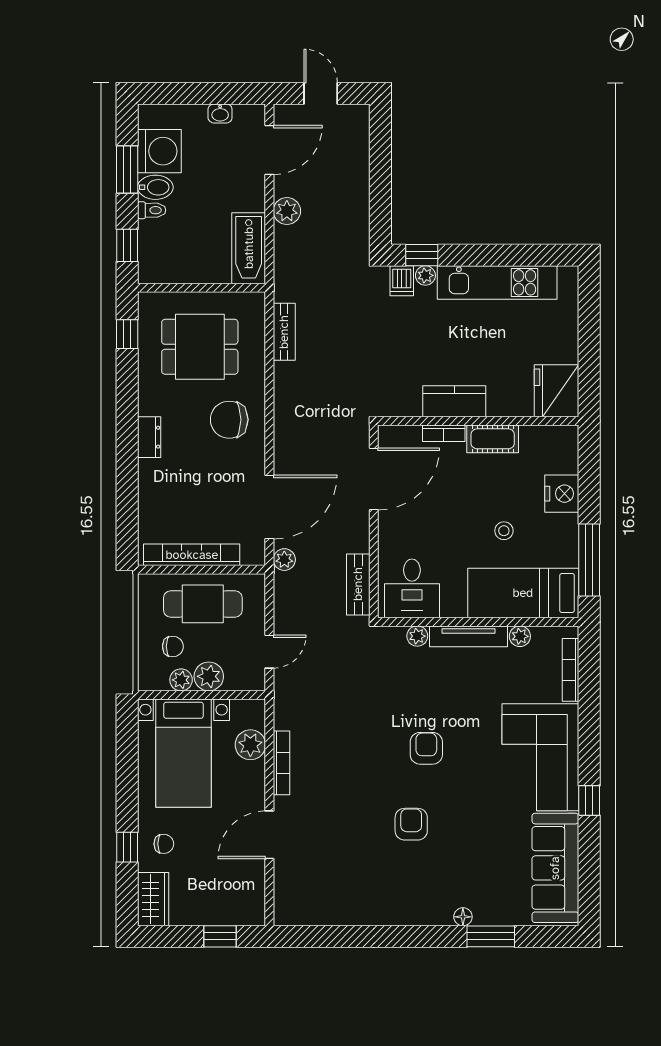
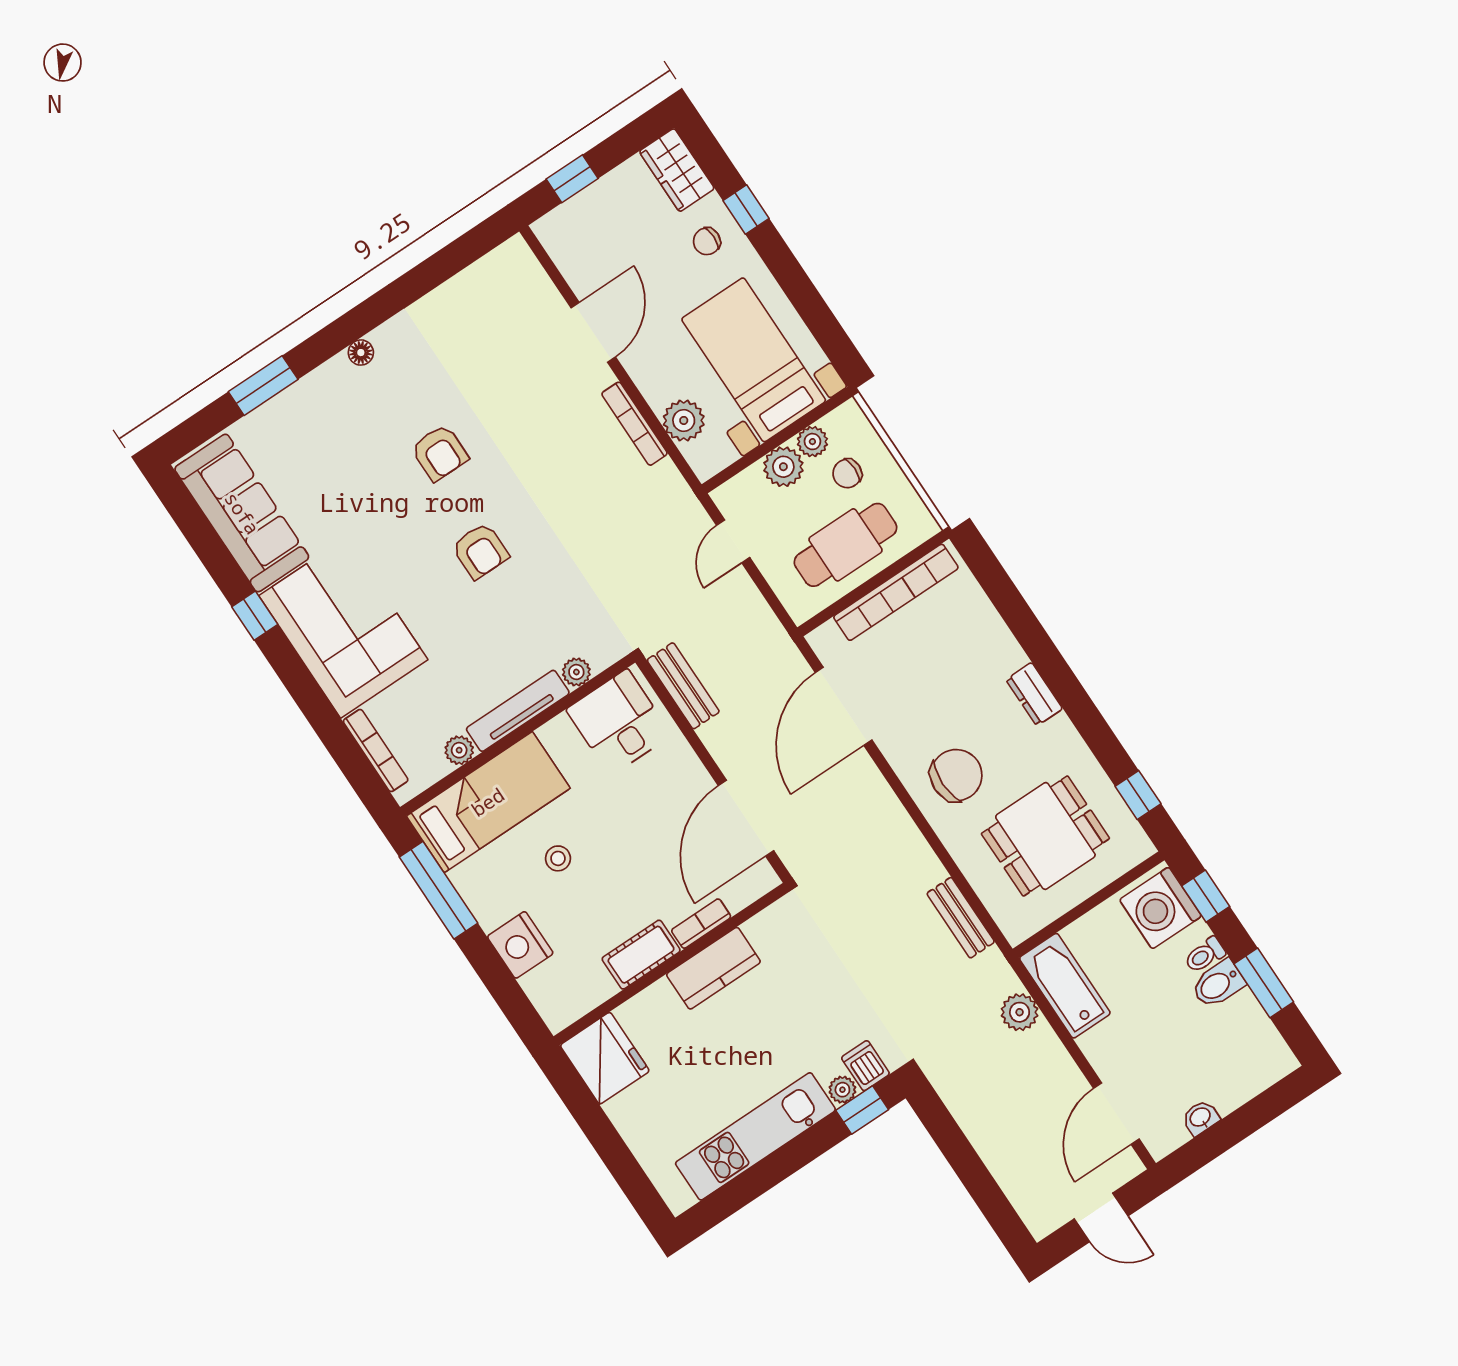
washing machine: (159, 151) -> (1160, 908), moved
plant: (287, 211) -> (1020, 1012), moved
plant: (284, 560) -> (787, 658), removed
floor lamp: (463, 917) -> (361, 353), moved

